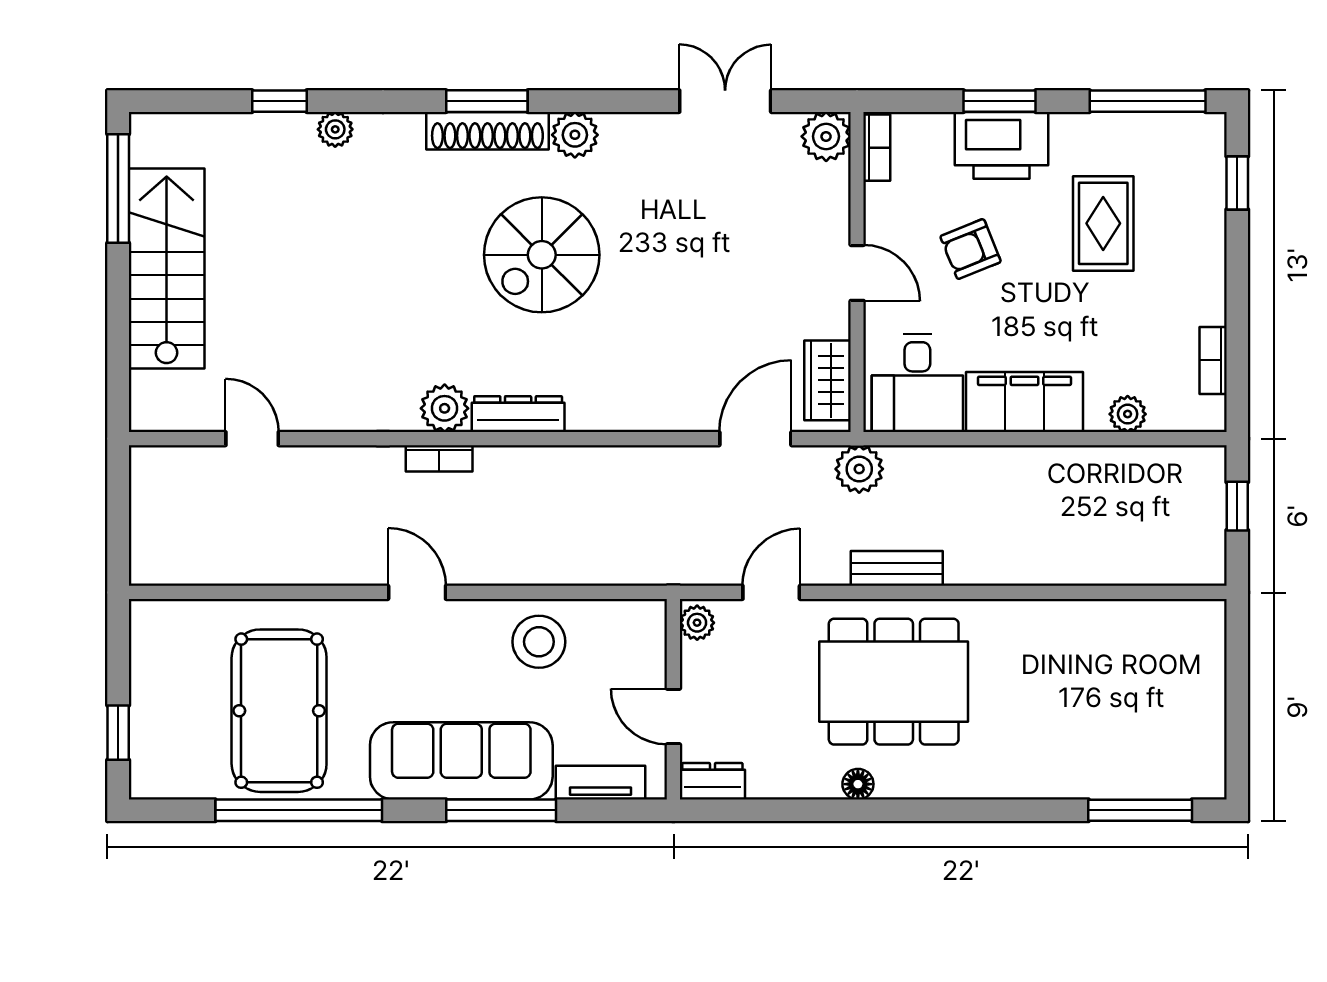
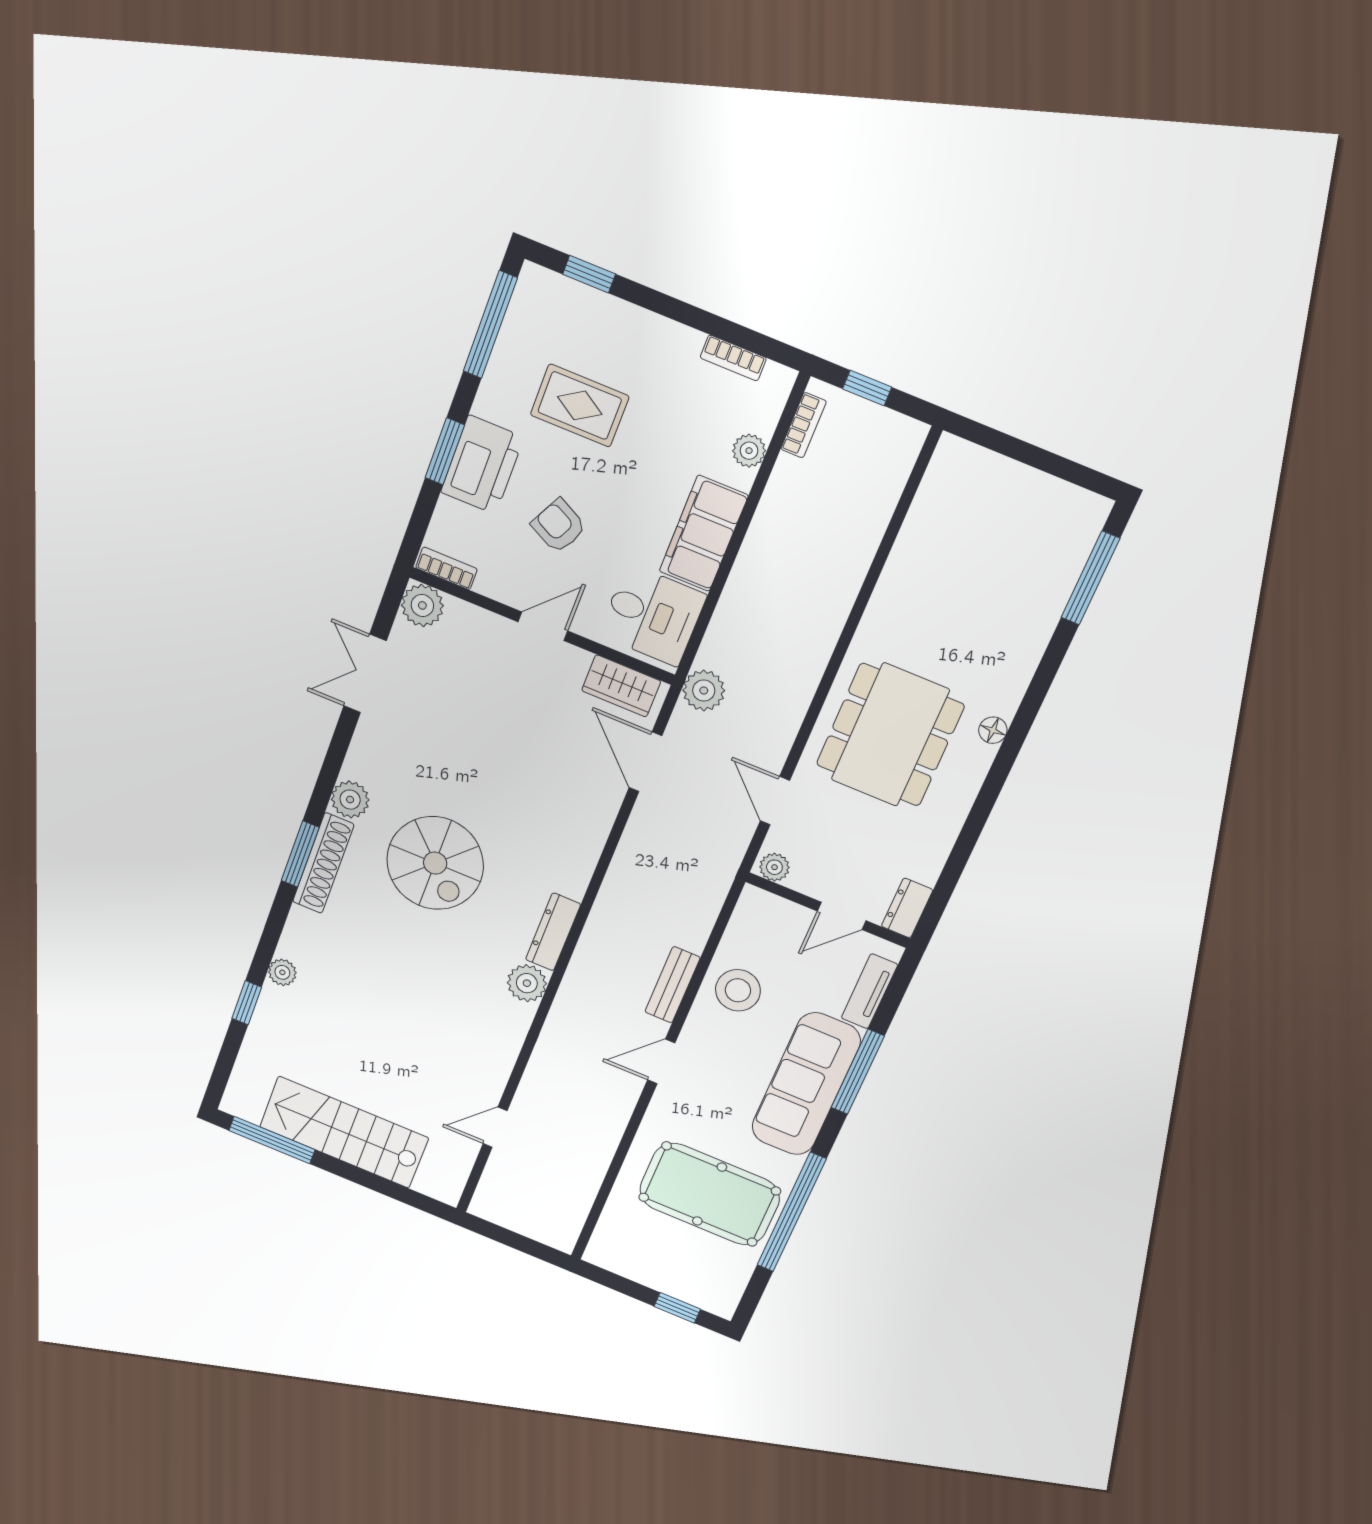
armchair: (971, 249) -> (559, 526), turned 139
bookcase: (439, 458) -> (804, 425), moved
bench: (897, 568) -> (673, 985), moved
floor lamp: (858, 784) -> (993, 730), moved

